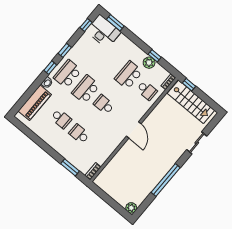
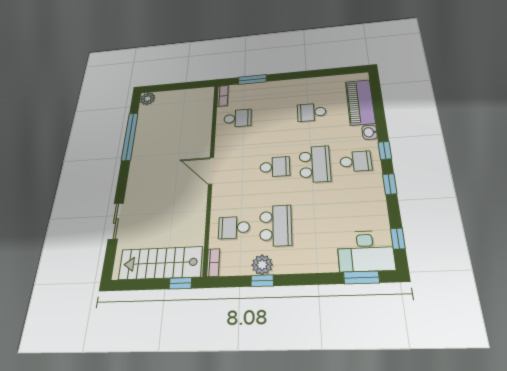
school desk: (68, 74) -> (356, 161), width x0.54
school desk: (79, 134) -> (238, 118), moved
window: (166, 180) -> (130, 136), moved

